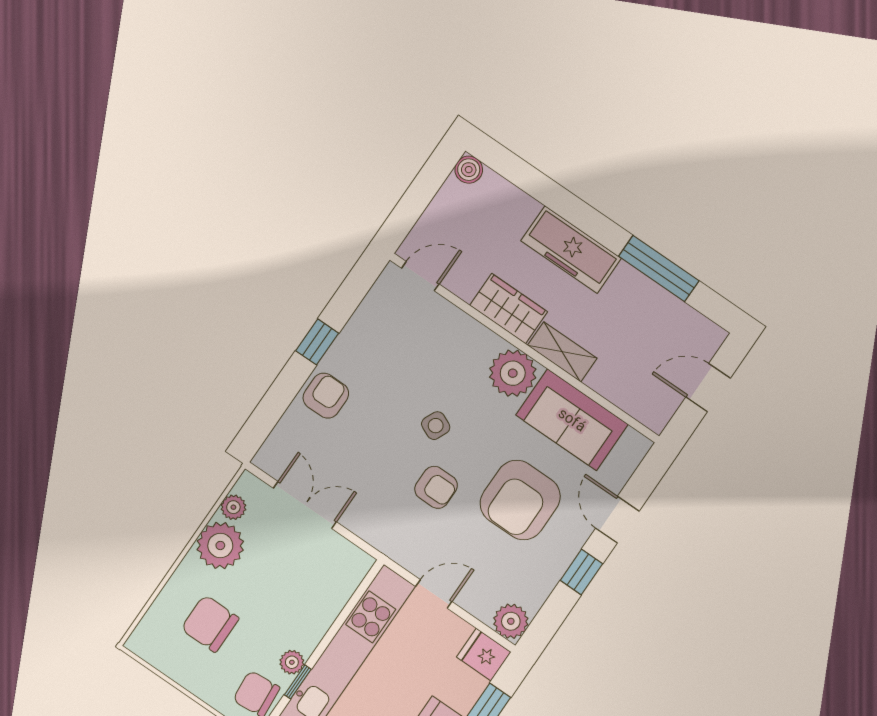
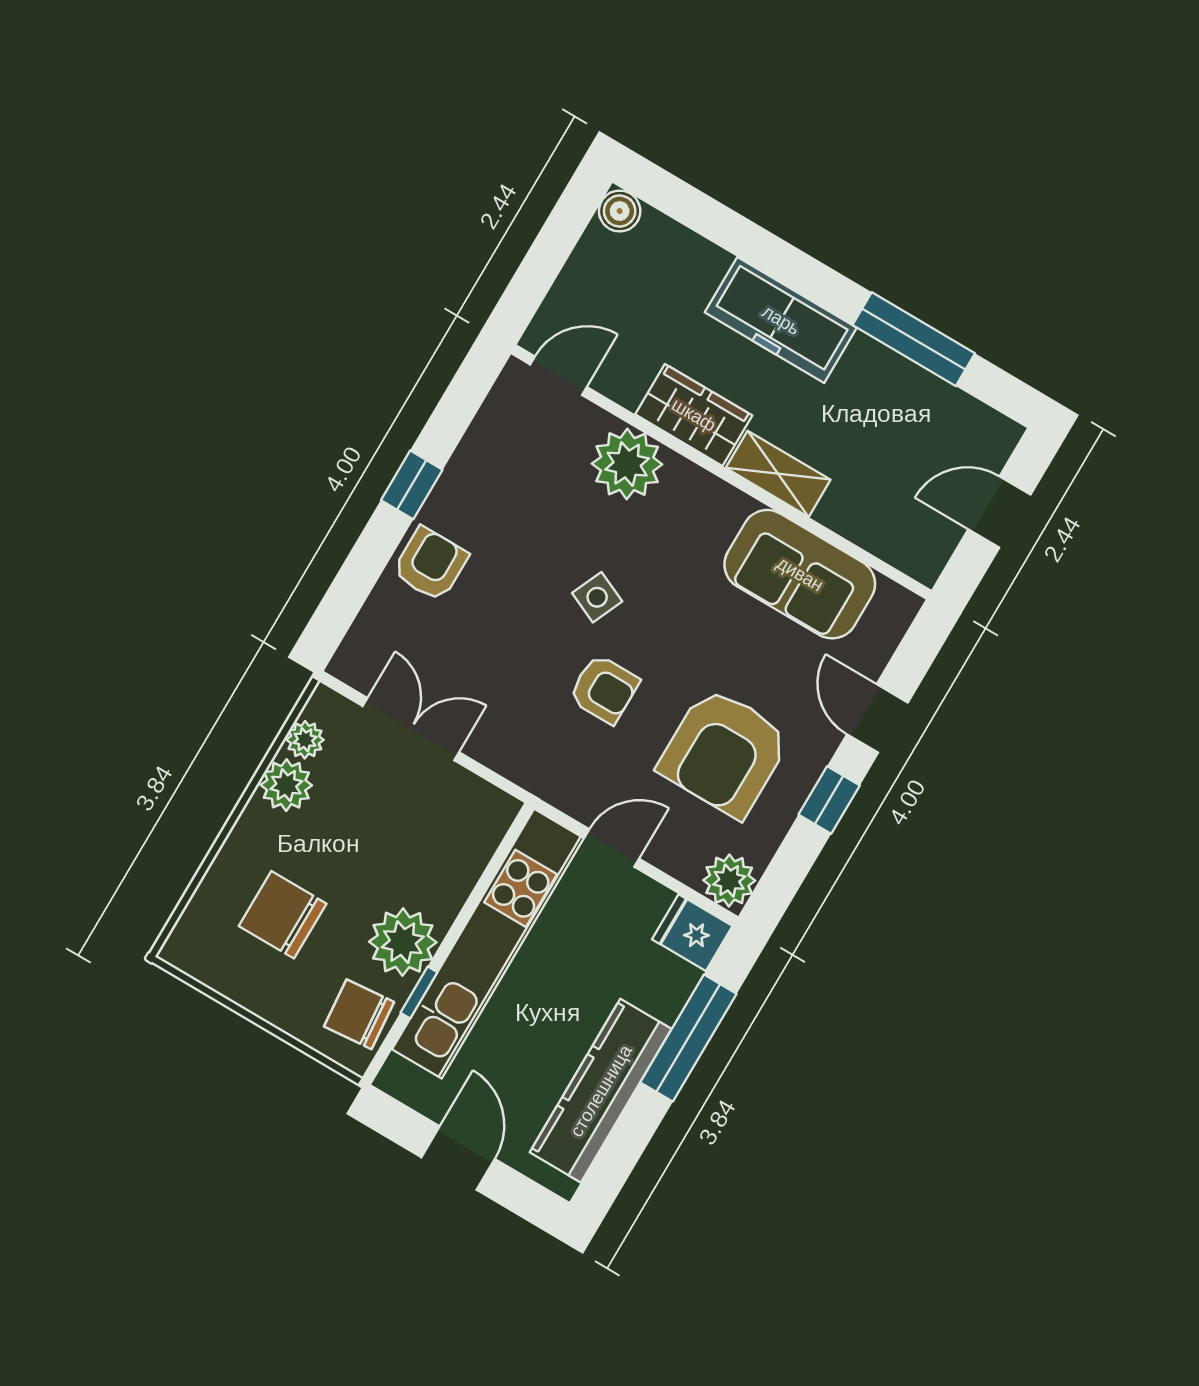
plant: (513, 373) -> (627, 464), moved
armchair: (520, 500) -> (724, 752), moved
plant: (220, 545) -> (286, 785), width x0.73, depth x0.73
plant: (292, 662) -> (403, 942), width x1.87, depth x1.87

